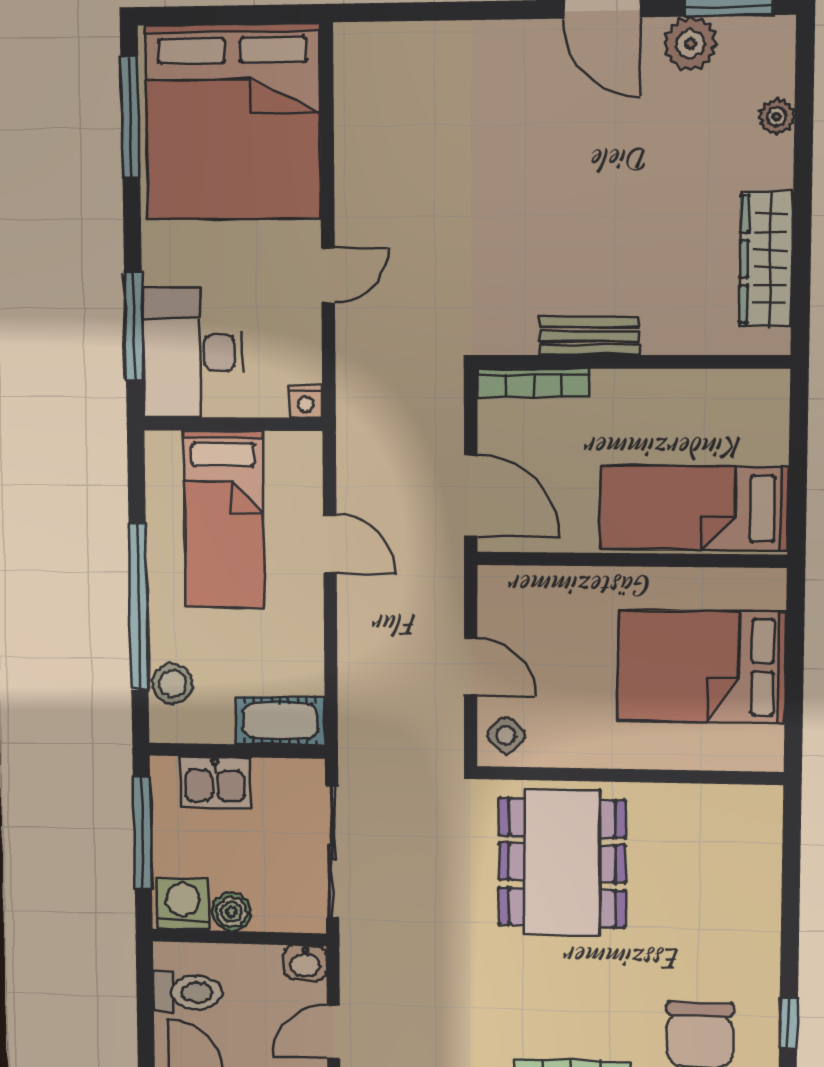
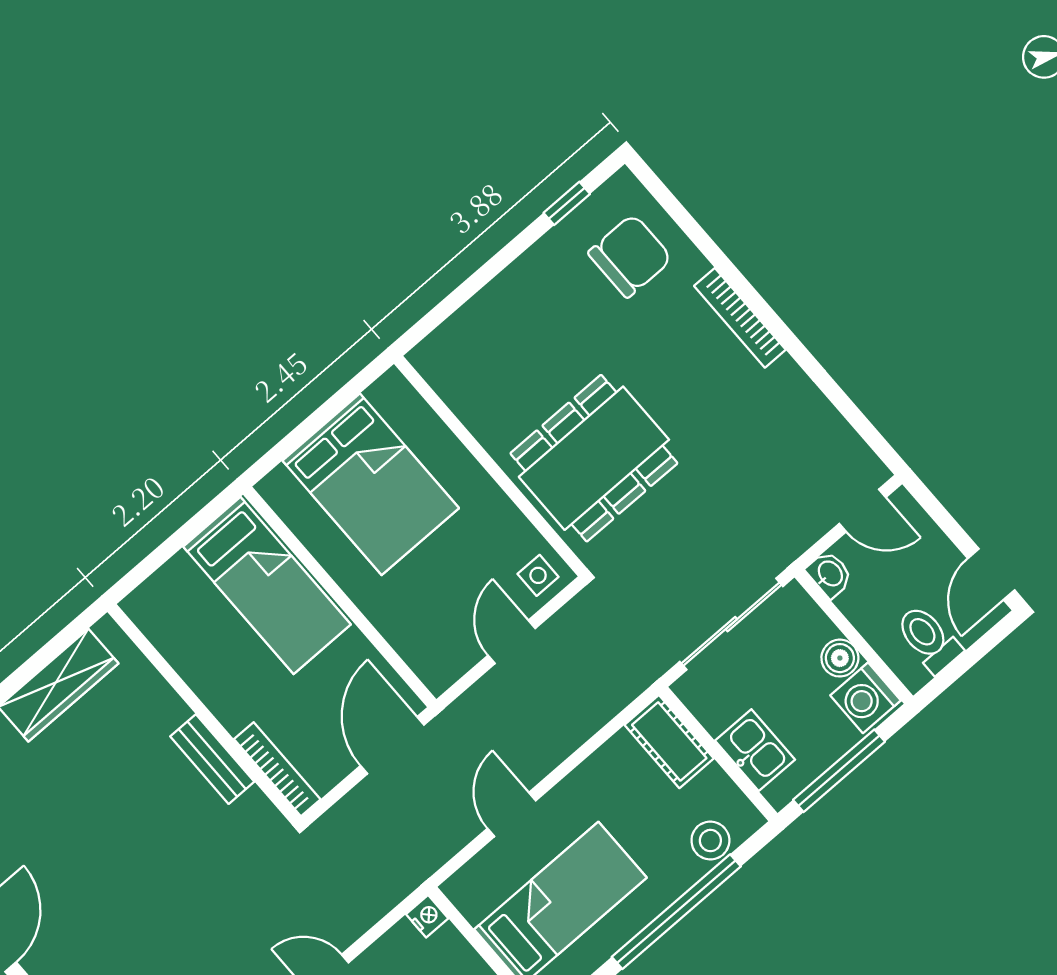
side table: (506, 735) -> (538, 575), turned 45

